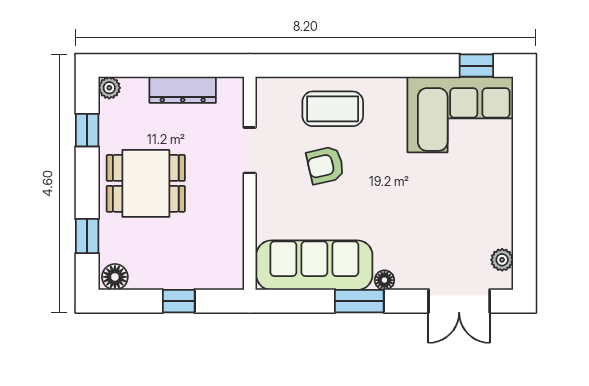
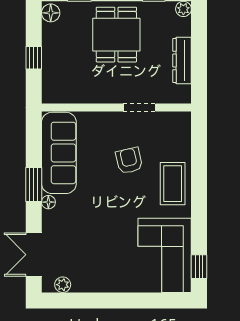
coffee table: (333, 109) -> (173, 184), moved

